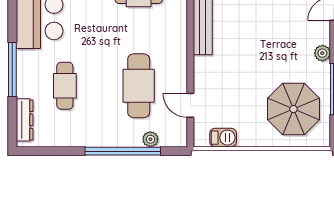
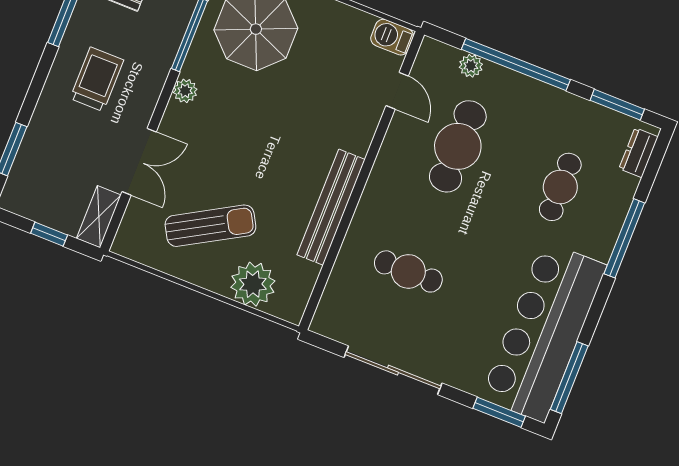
dresser: (25, 120) -> (639, 153), width x0.70
barbecue: (223, 138) -> (392, 37), moved
window: (50, 151) -> (617, 105), added

